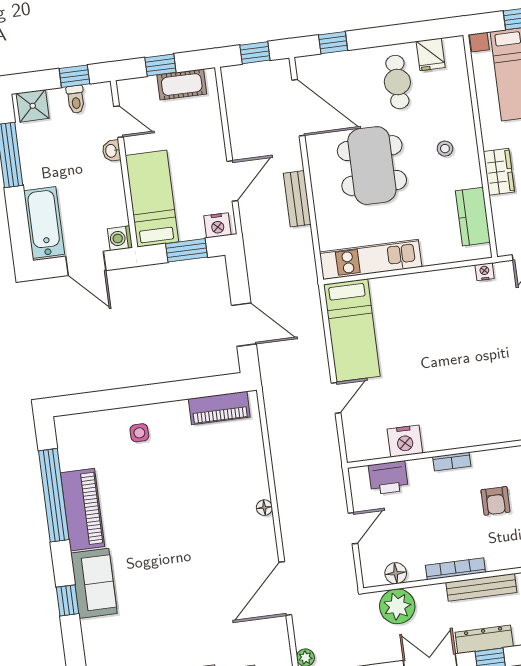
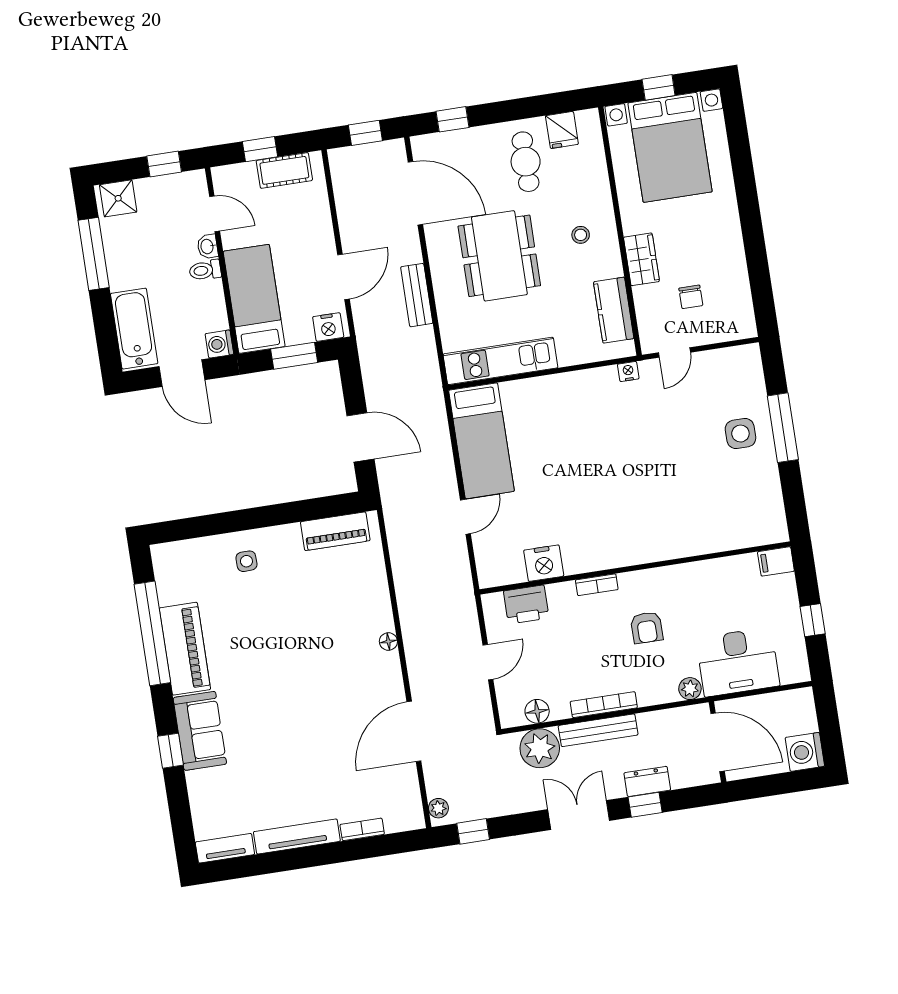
toilet: (76, 99) -> (205, 270), moved, turned 90
bench: (481, 587) -> (598, 730), moved
dresser: (484, 639) -> (647, 781), width x0.70

